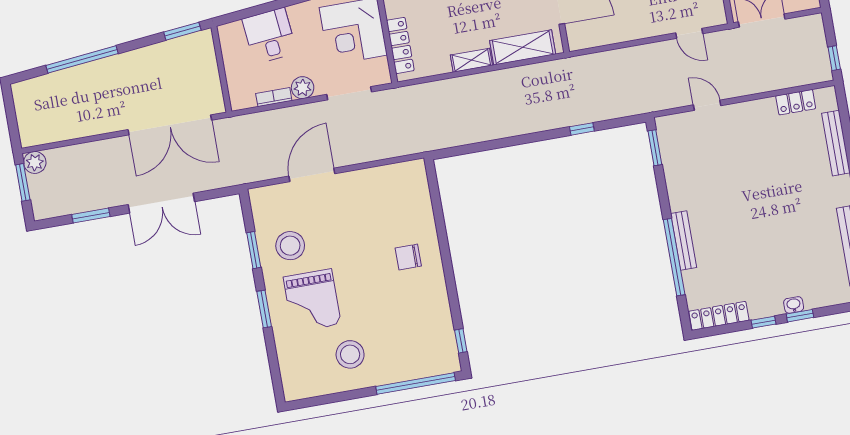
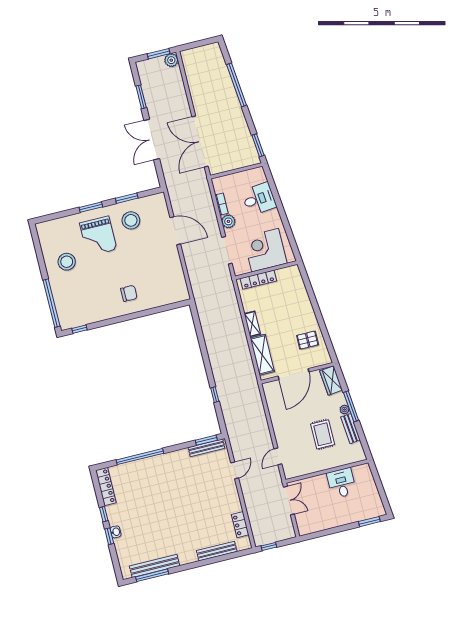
bench: (684, 240) -> (206, 448), moved
chair: (408, 257) -> (129, 293), turned 90
grand piano: (312, 301) -> (98, 236), turned -90

